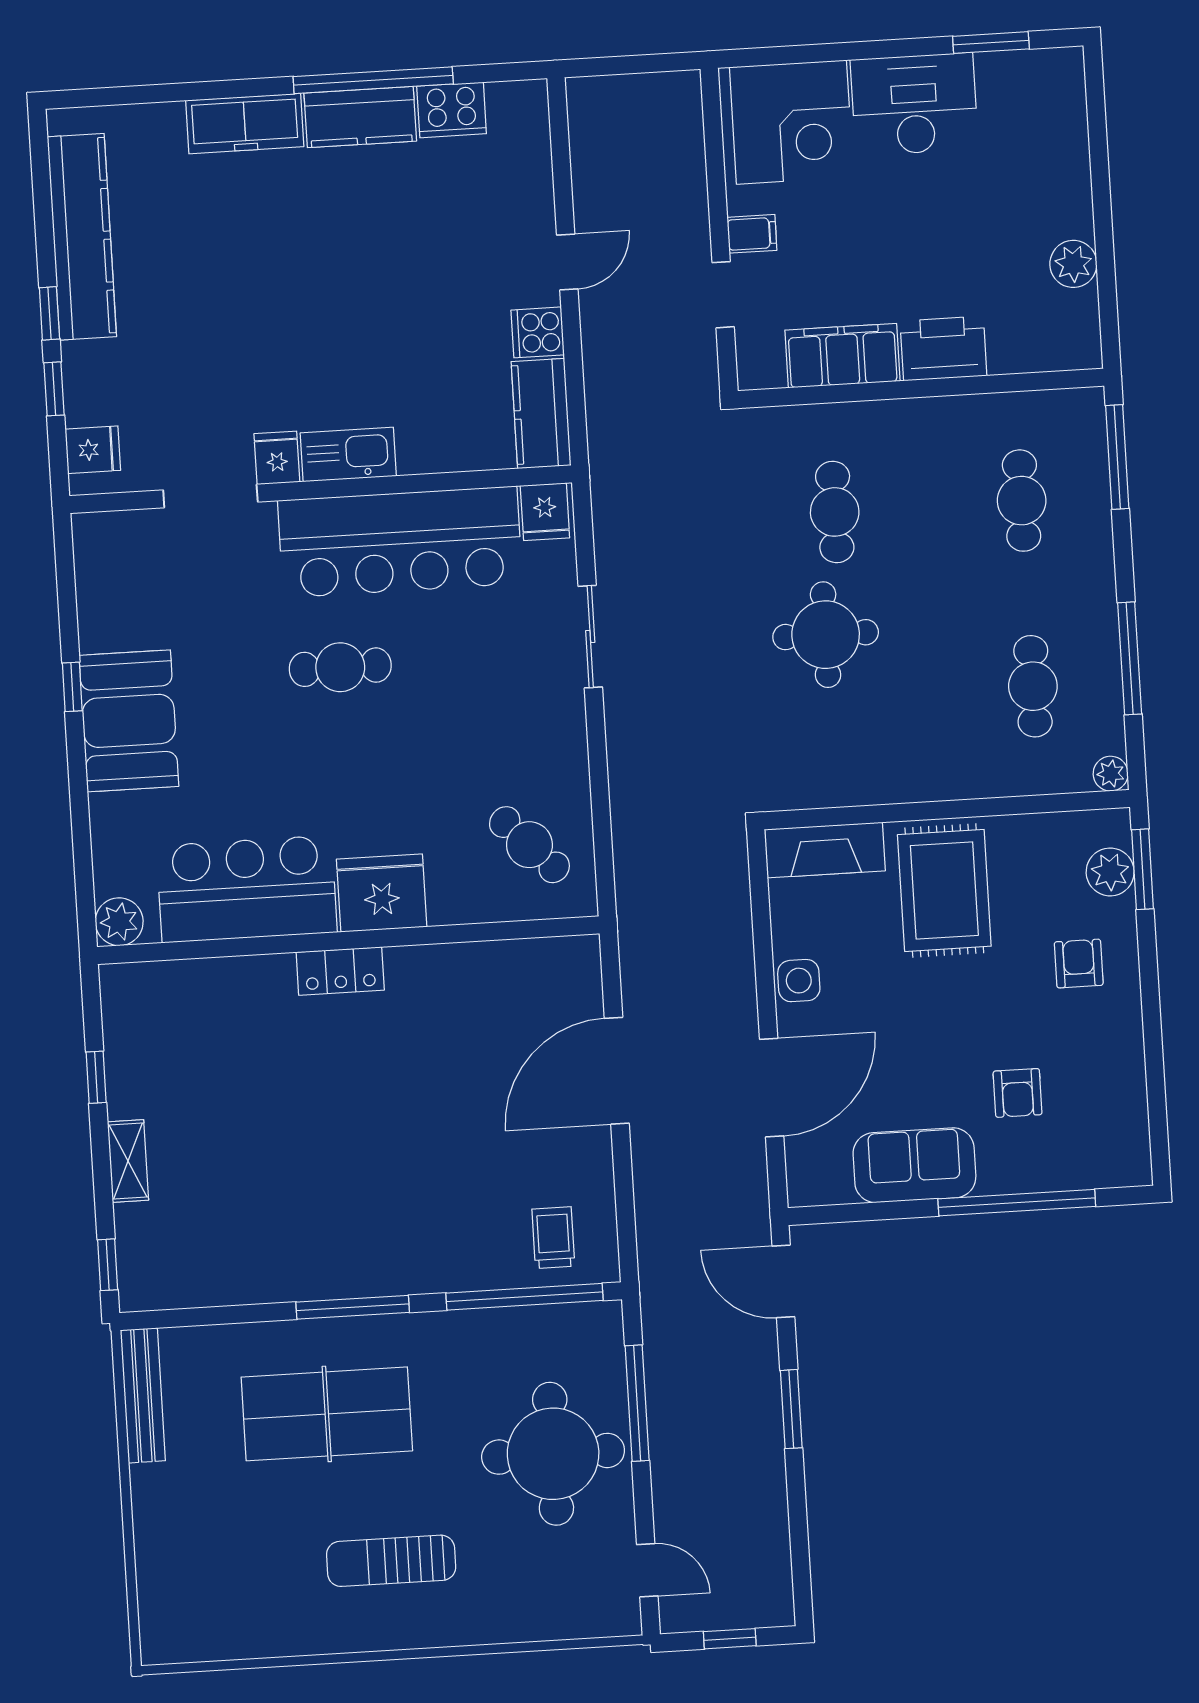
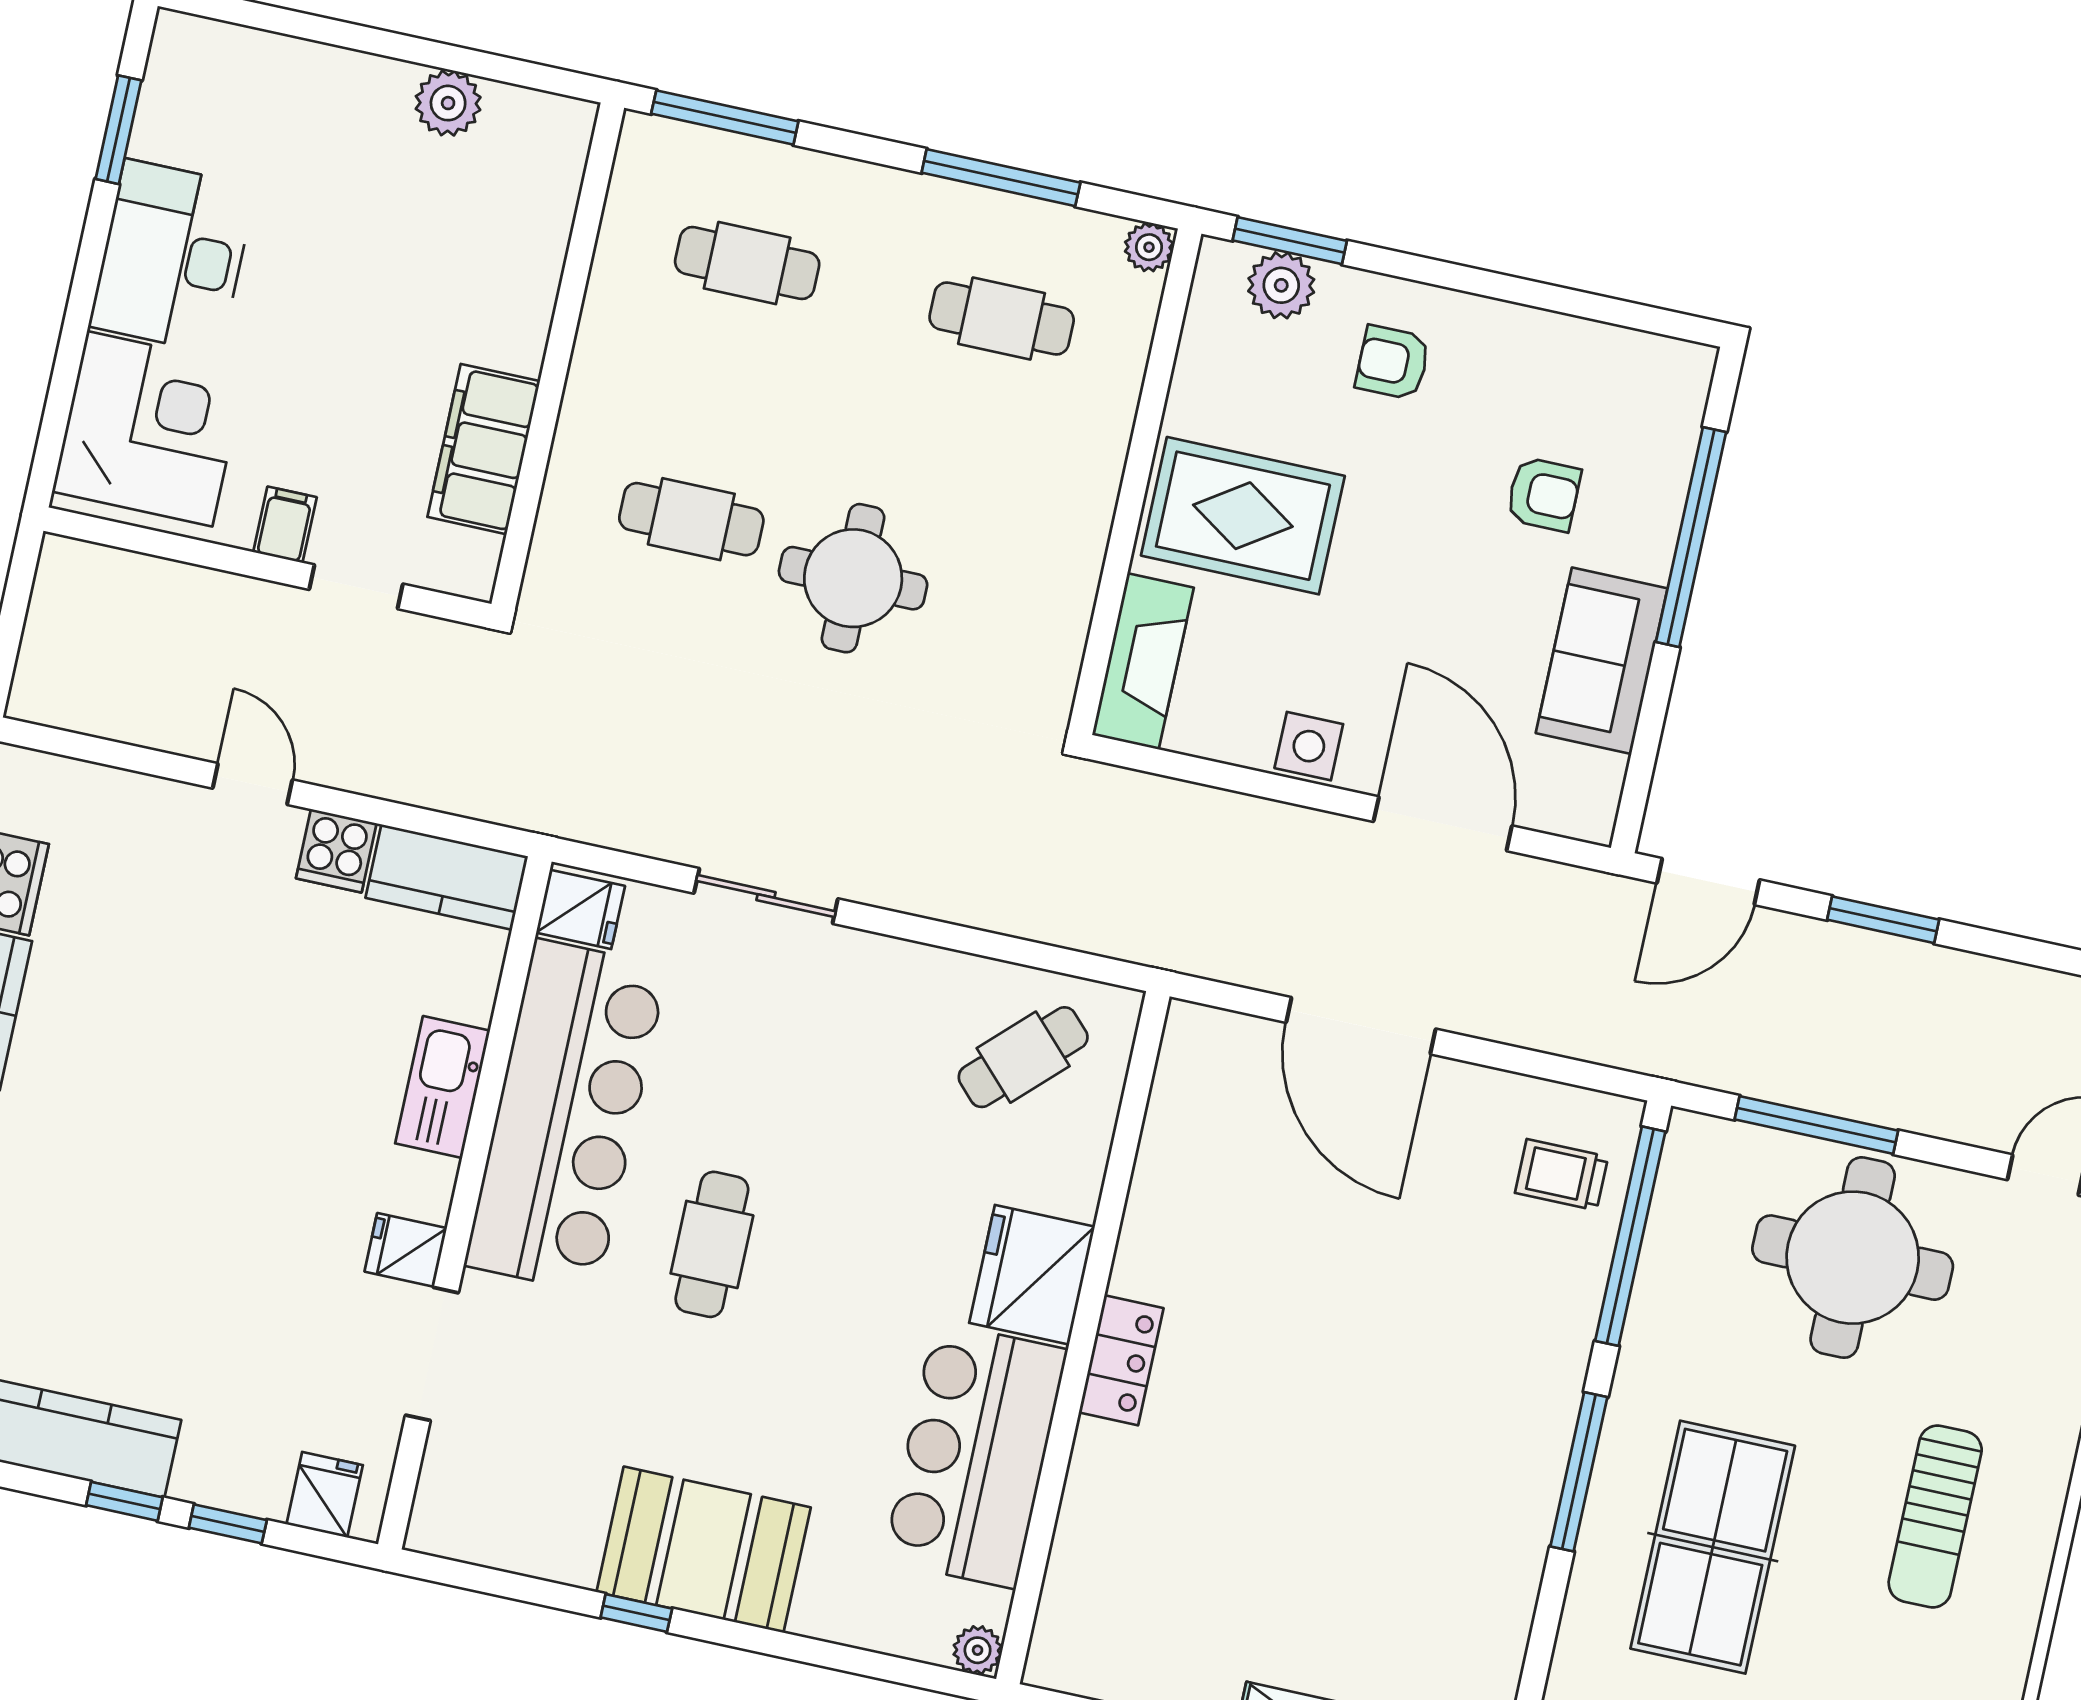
printer: (943, 348) -> (512, 310), removed
kitchen sink: (348, 454) -> (443, 1087), moved
plant: (119, 922) -> (978, 1650), width x0.73, depth x0.73

